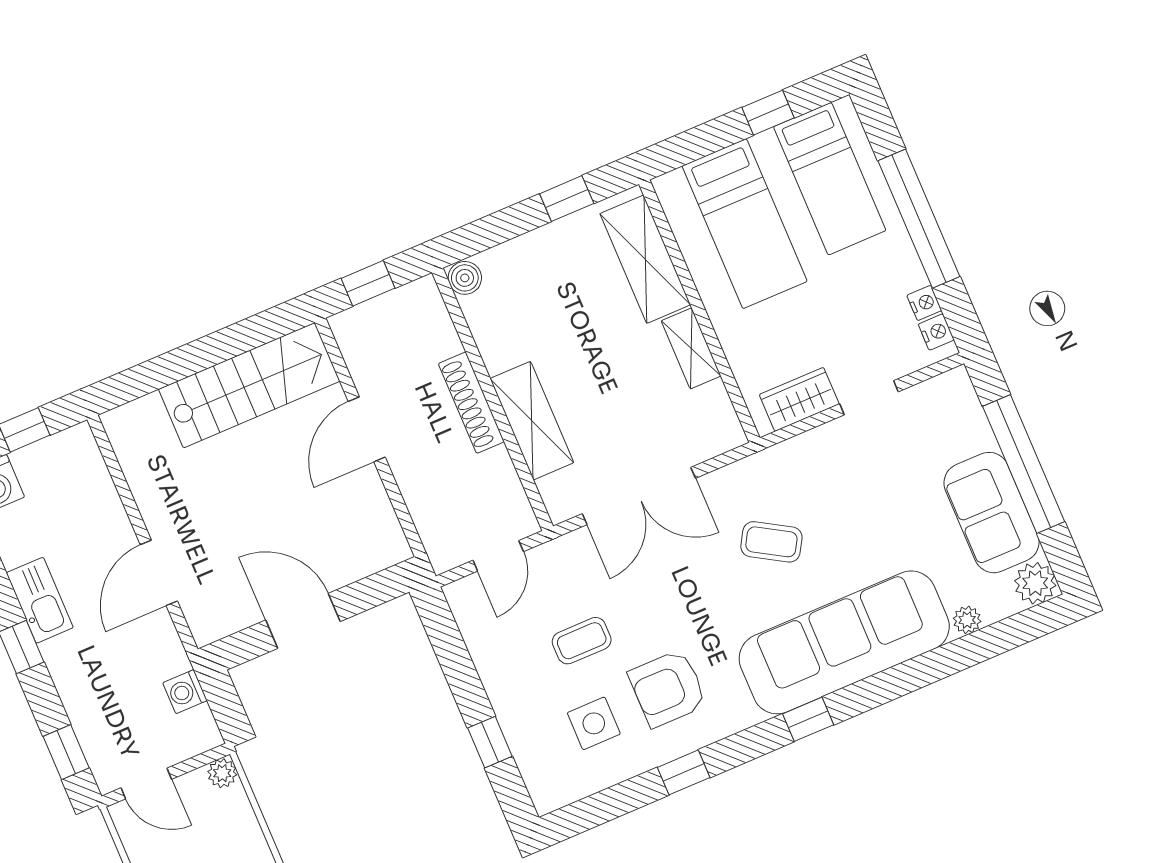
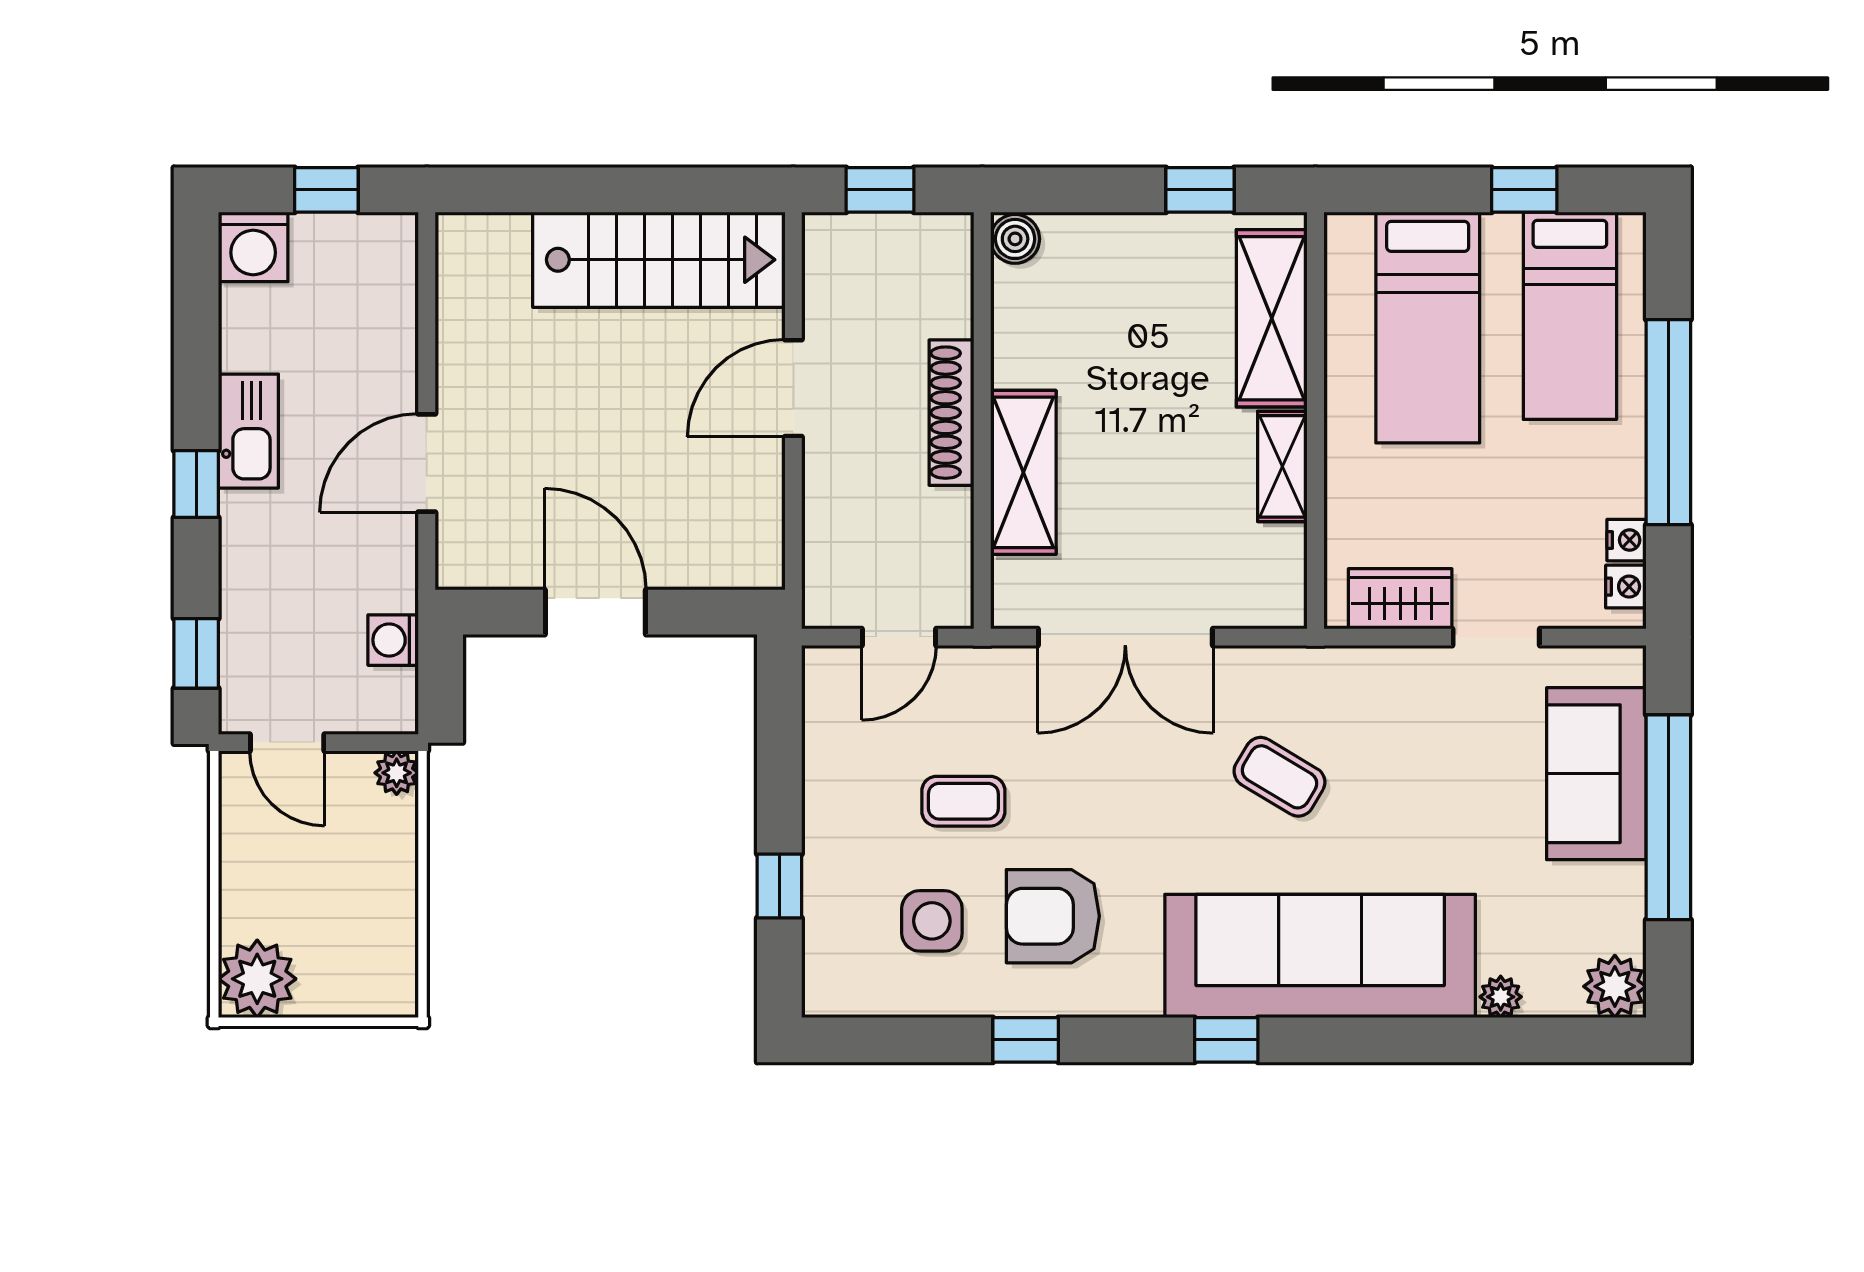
sofa: (991, 513) -> (1596, 774), moved

